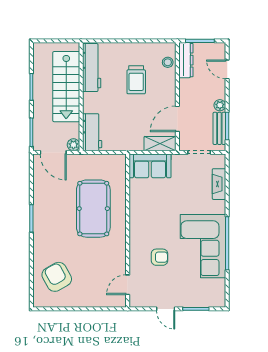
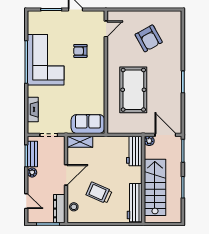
trolley: (136, 80) -> (99, 193), turned -66
door: (177, 119) -> (66, 175), moved
armchair: (57, 277) -> (149, 38), moved

